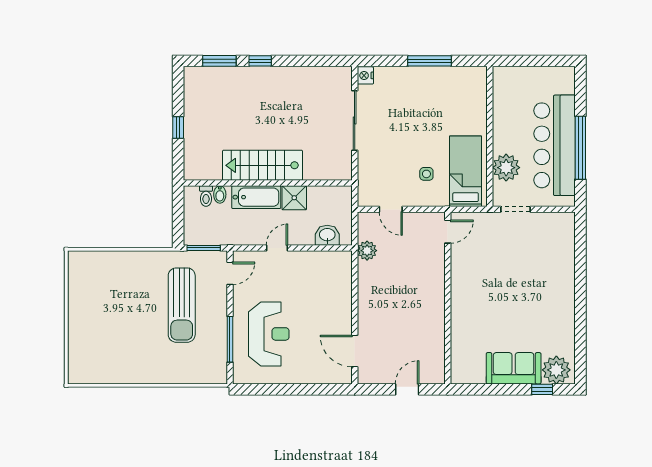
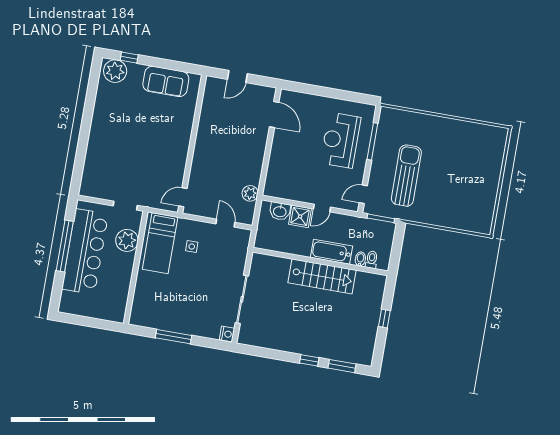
shower: (294, 198) -> (300, 216), moved
sofa: (514, 368) -> (166, 81), moved

